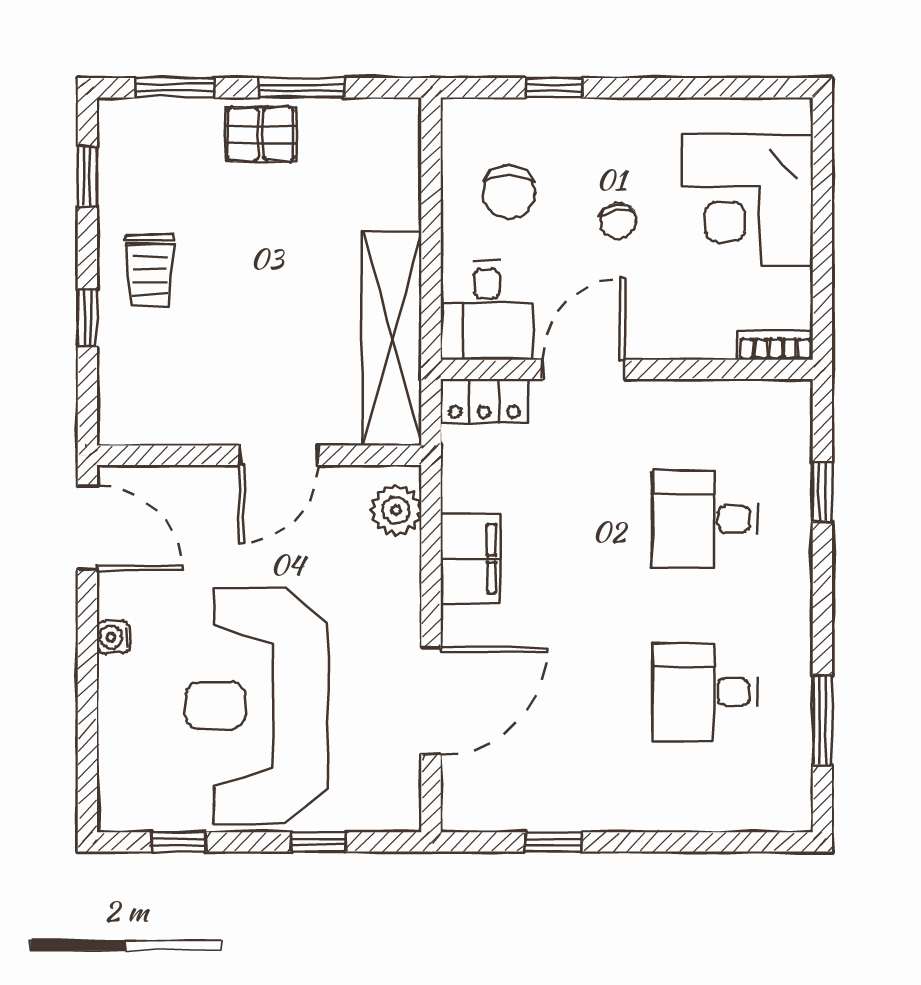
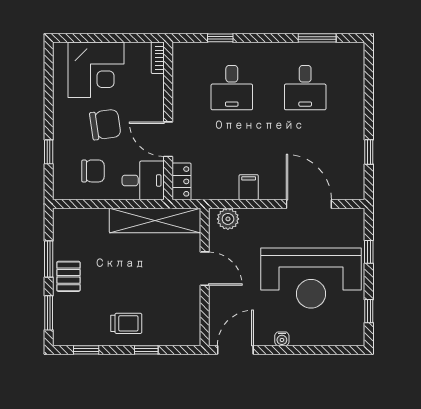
chair: (618, 221) -> (105, 125), width x1.87, depth x1.87
filing cabinet: (470, 559) -> (249, 187), width x0.50

